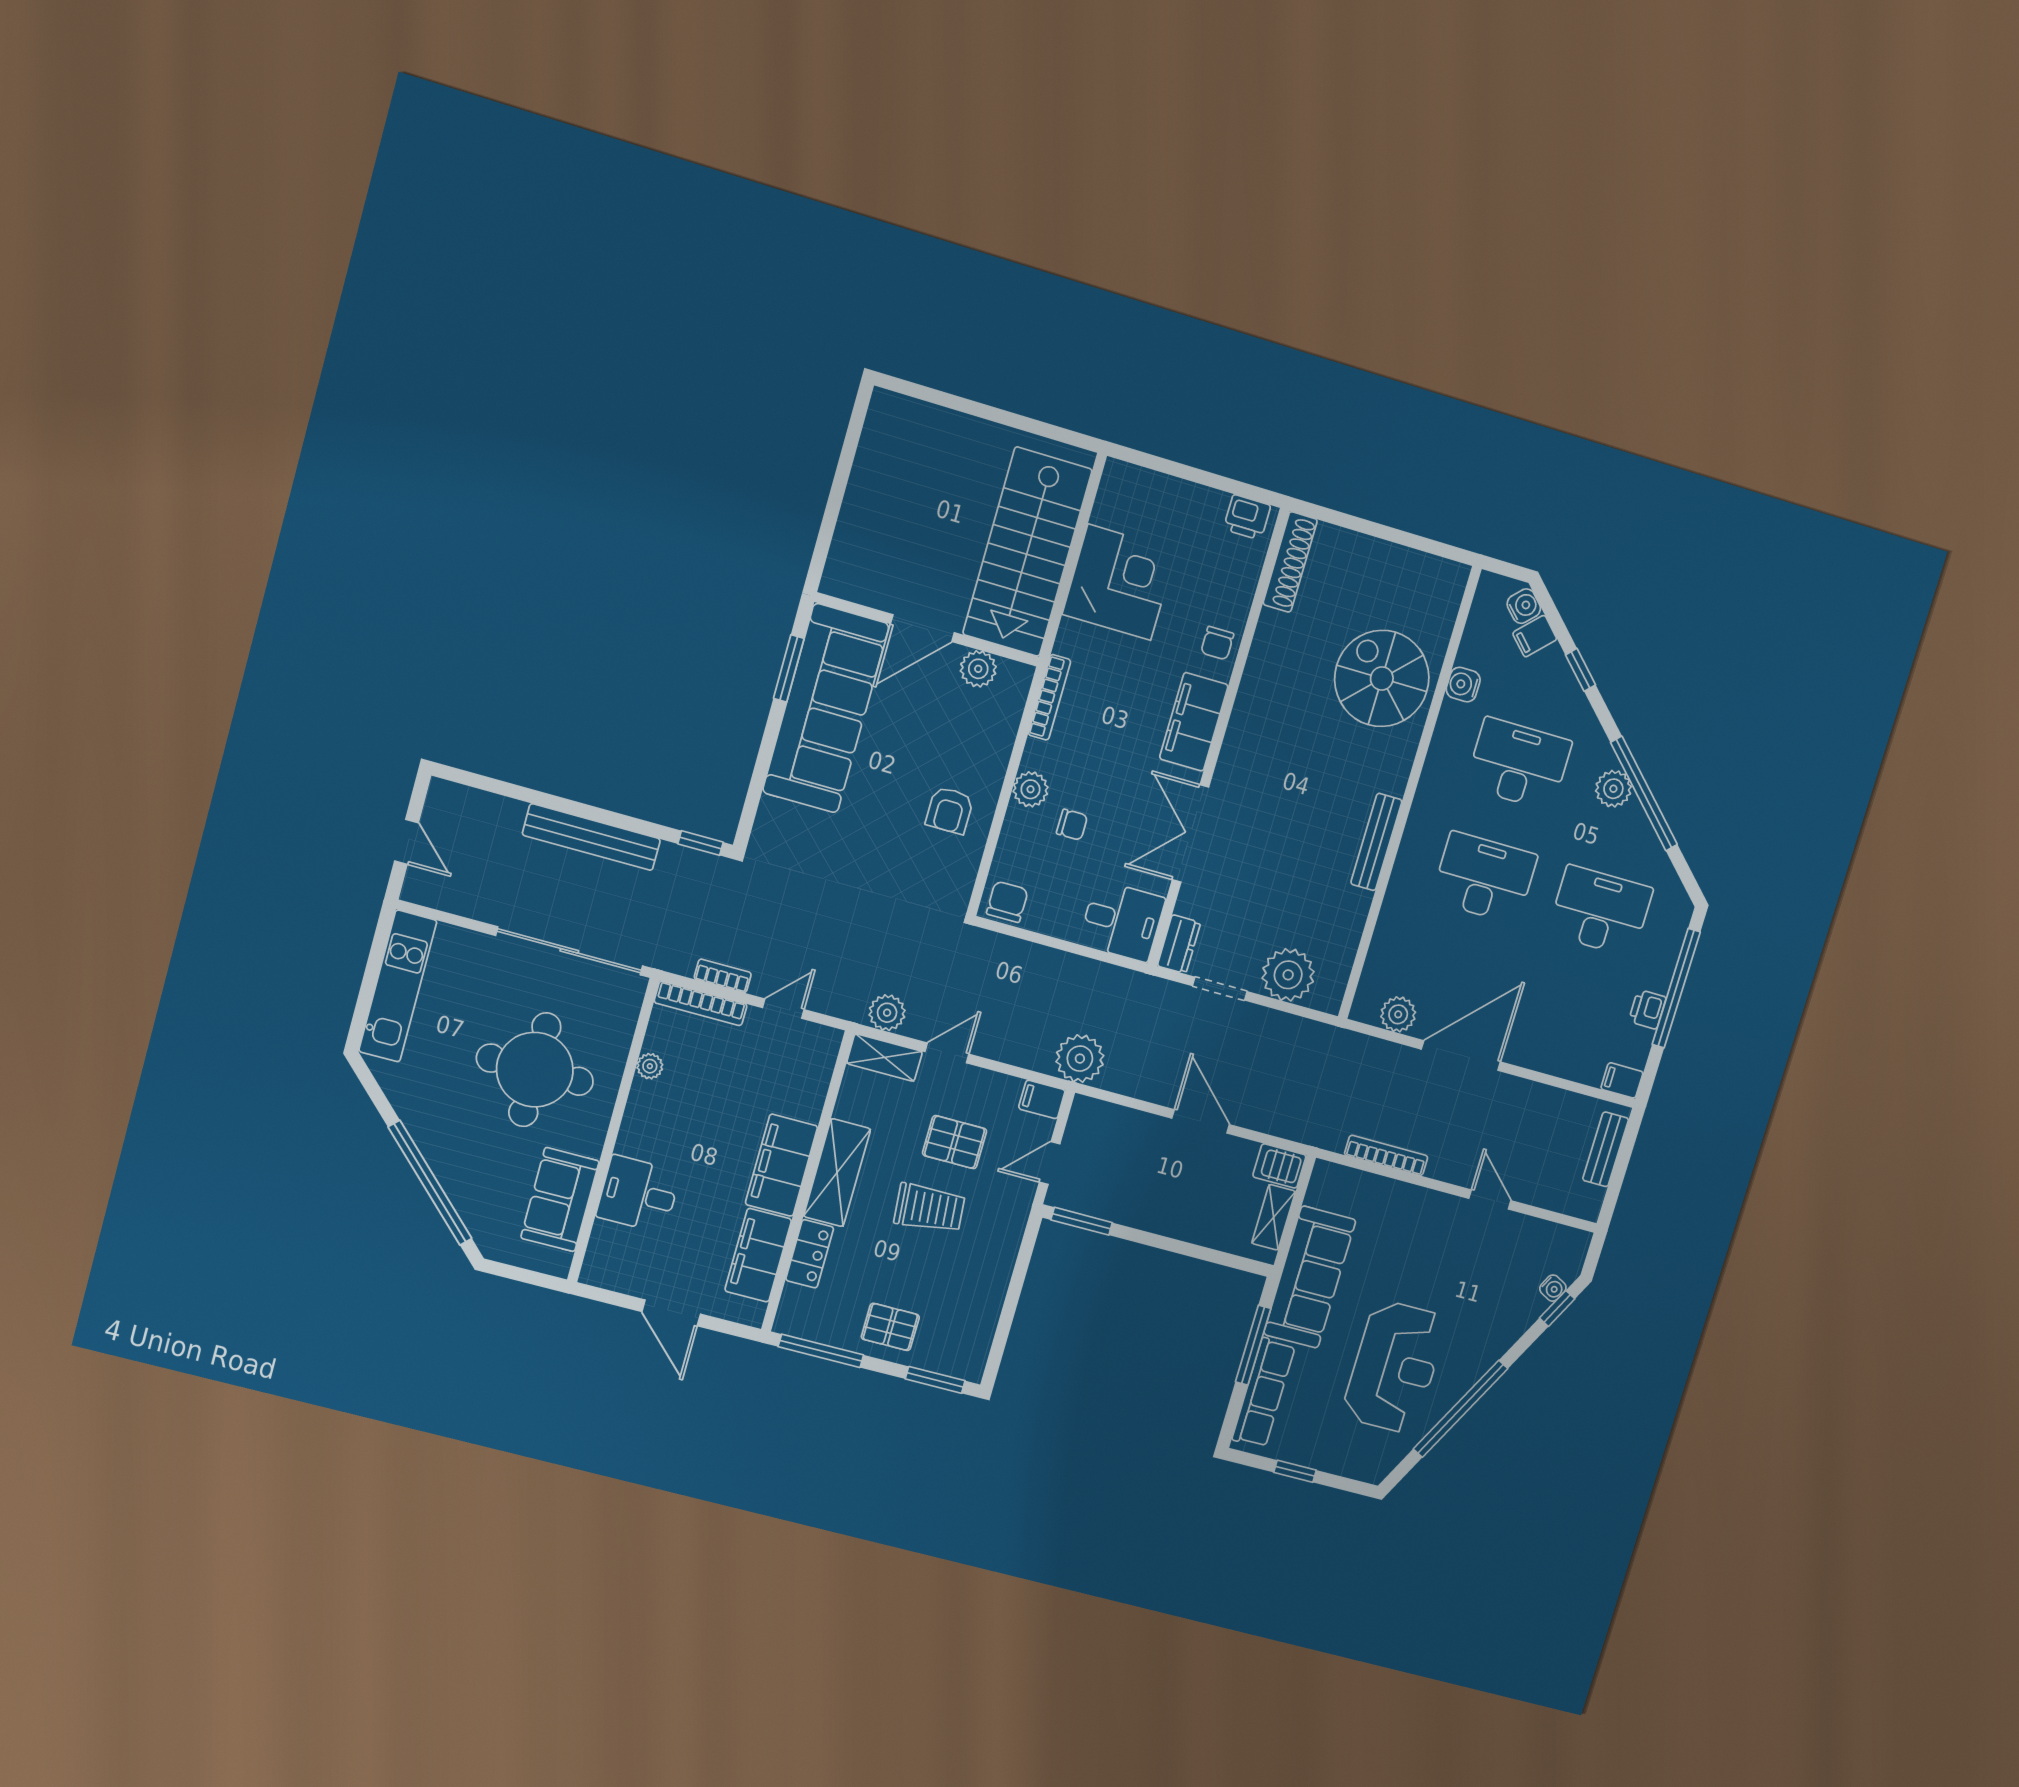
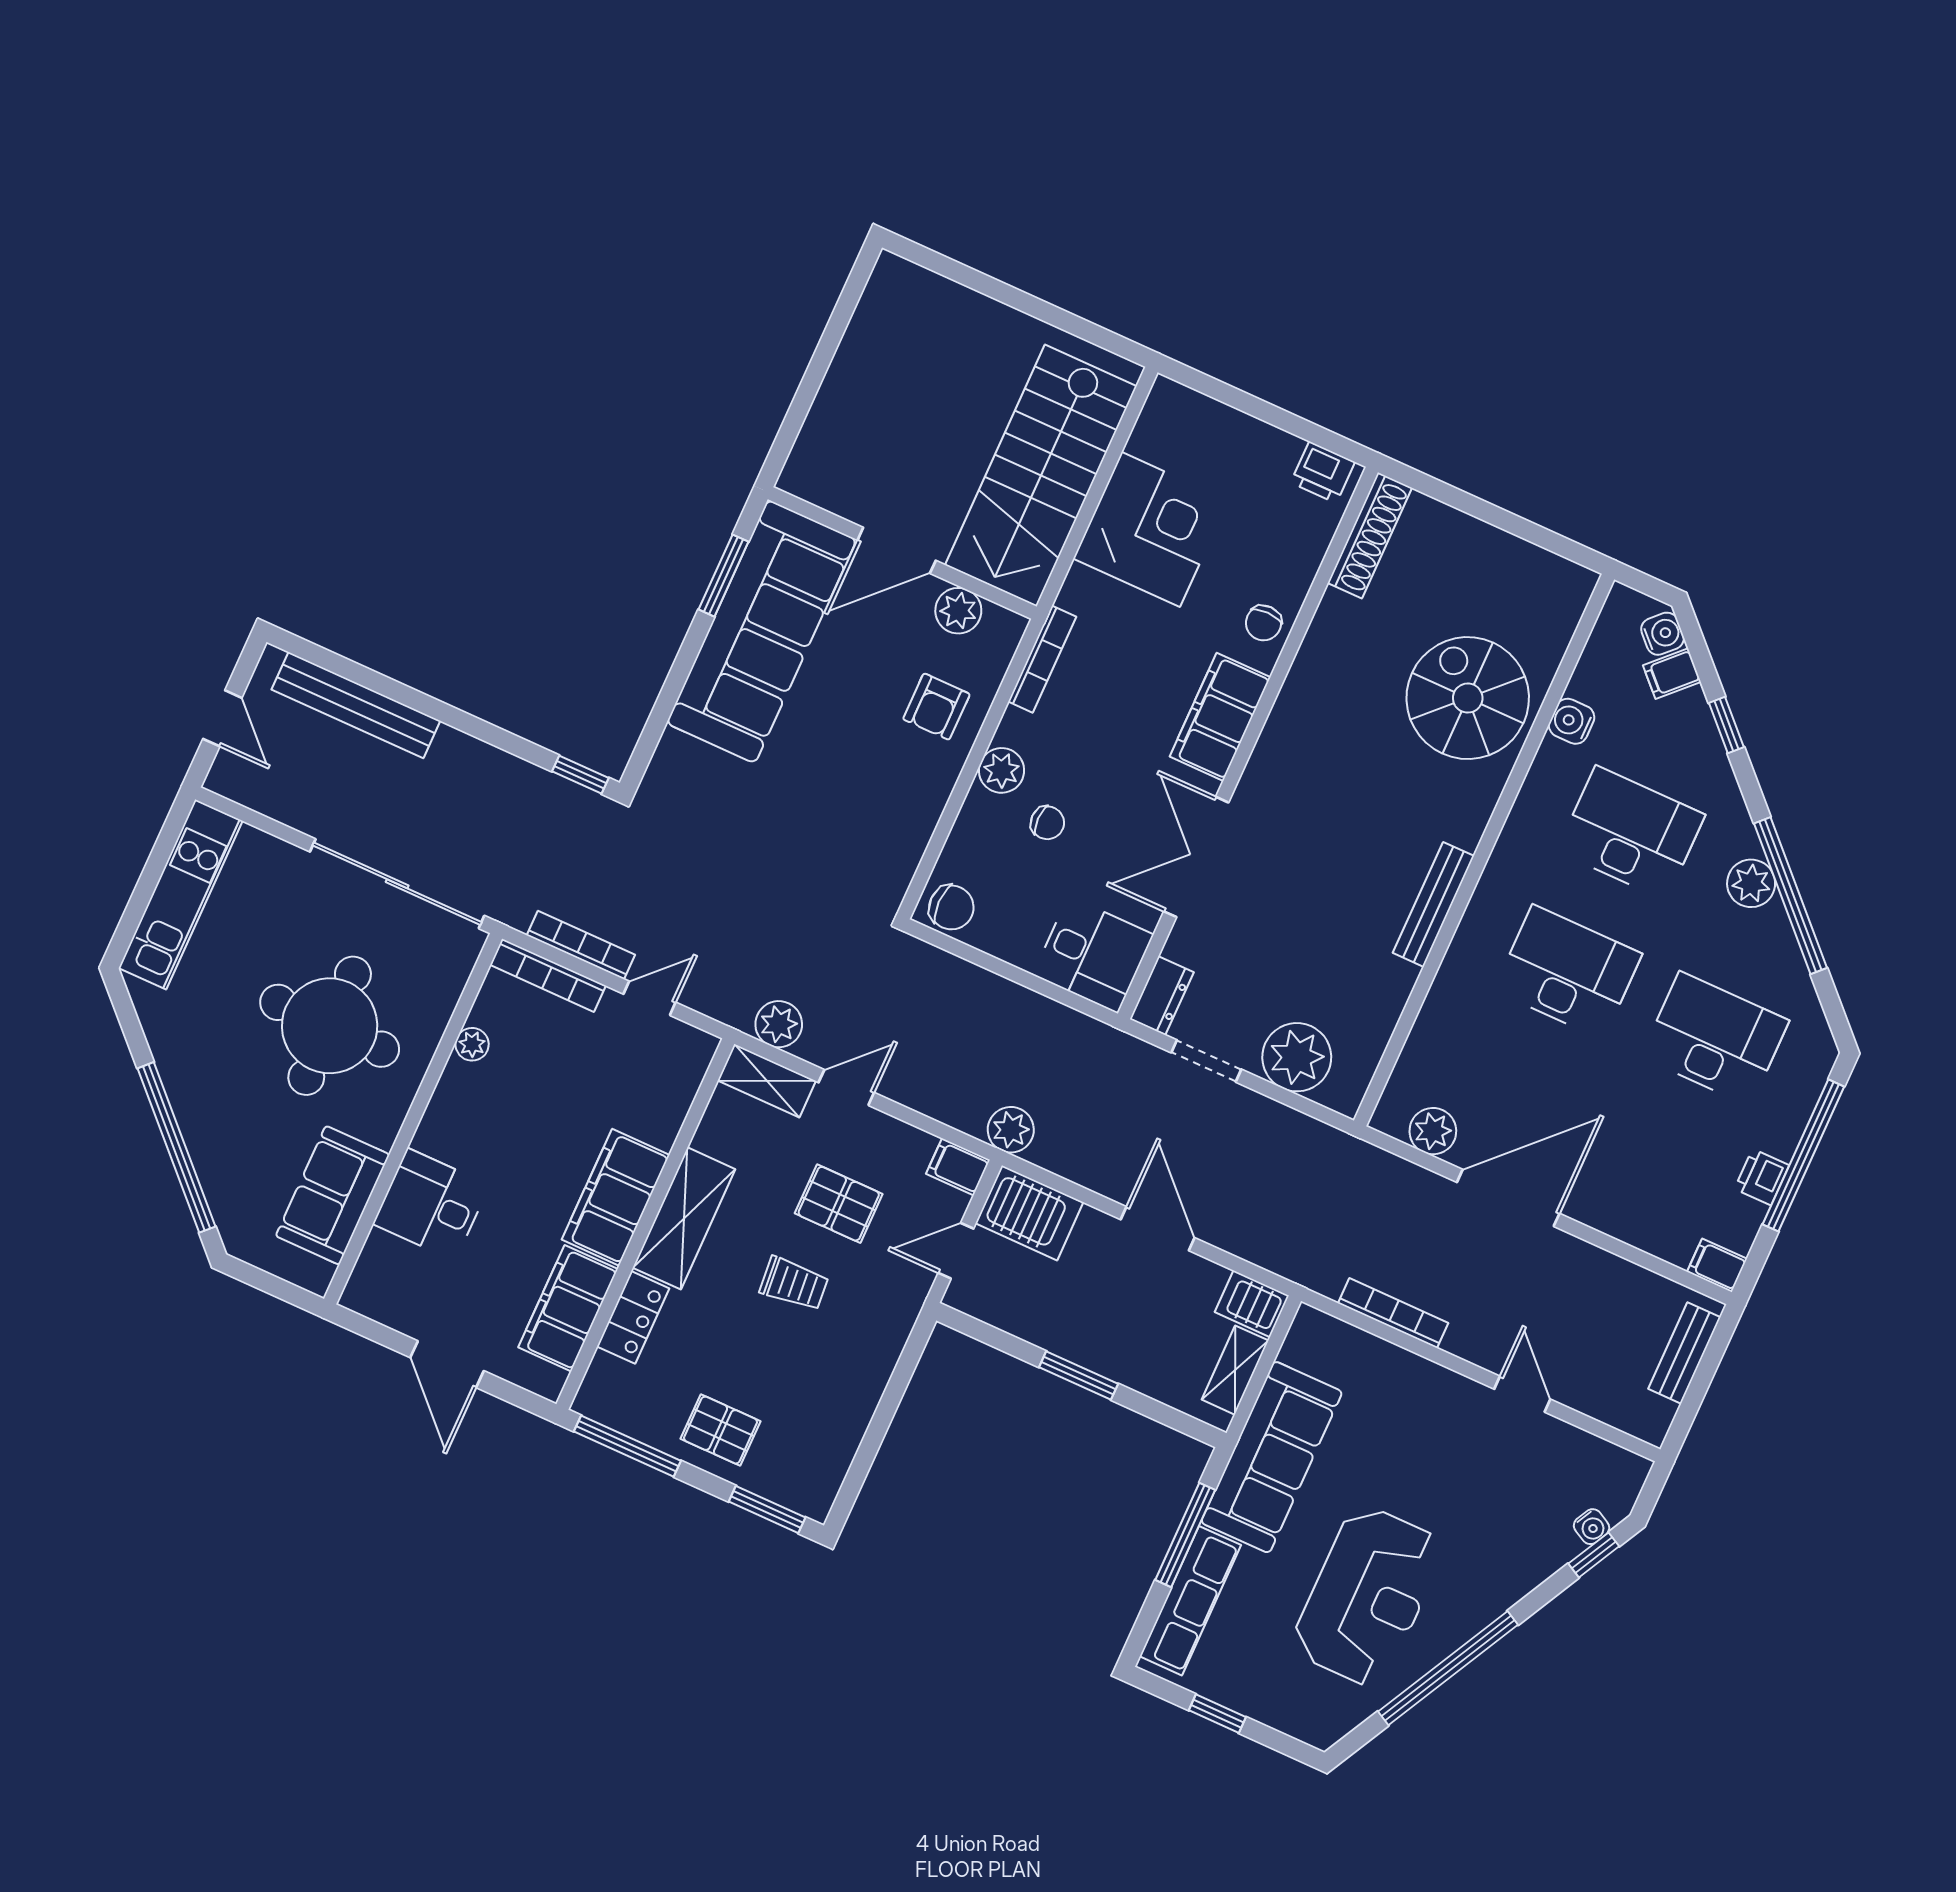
armchair: (950, 810) -> (936, 707), moved
bench: (591, 837) -> (356, 705), moved
chair: (1007, 902) -> (951, 907), turned 90
bookcase: (723, 976) -> (581, 945), width x1.56
plant: (1080, 1059) -> (1011, 1130), width x0.73, depth x0.73
server rack: (1102, 1125) -> (1029, 1213), added
trolley: (929, 1208) -> (794, 1284), width x0.73, depth x0.72
window: (1082, 1221) -> (1079, 1375), moved

